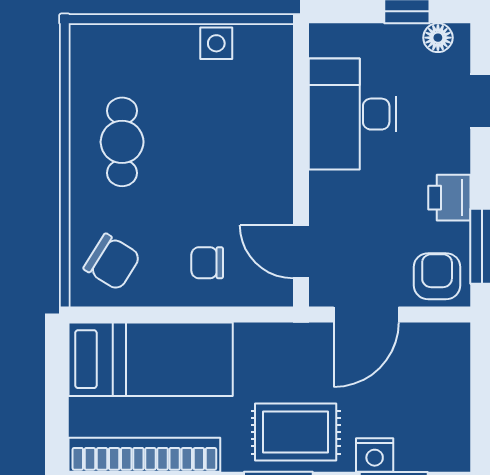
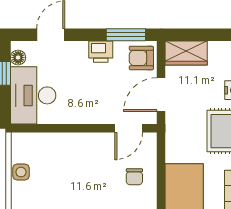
desk: (353, 114) -> (33, 95), moved, turned 90
door: (366, 314) -> (161, 95), swing flipped
wardrobe: (447, 363) -> (186, 53), added

